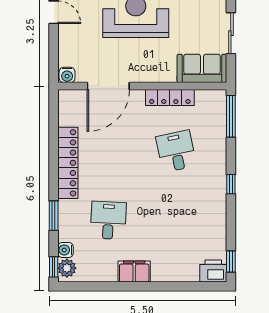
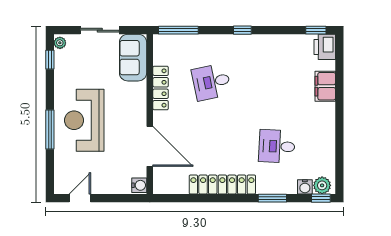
filing cabinet: (134, 271) -> (325, 86), moved

